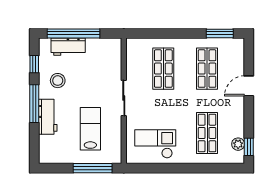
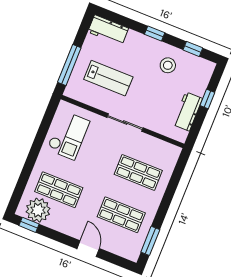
window: (74, 33) -> (207, 99), width x0.32
workbench: (68, 47) -> (187, 112), moved
window: (34, 104) -> (155, 34), width x0.46
workbench: (48, 117) -> (108, 30), moved
plant: (238, 144) -> (38, 210), width x1.87, depth x1.87

